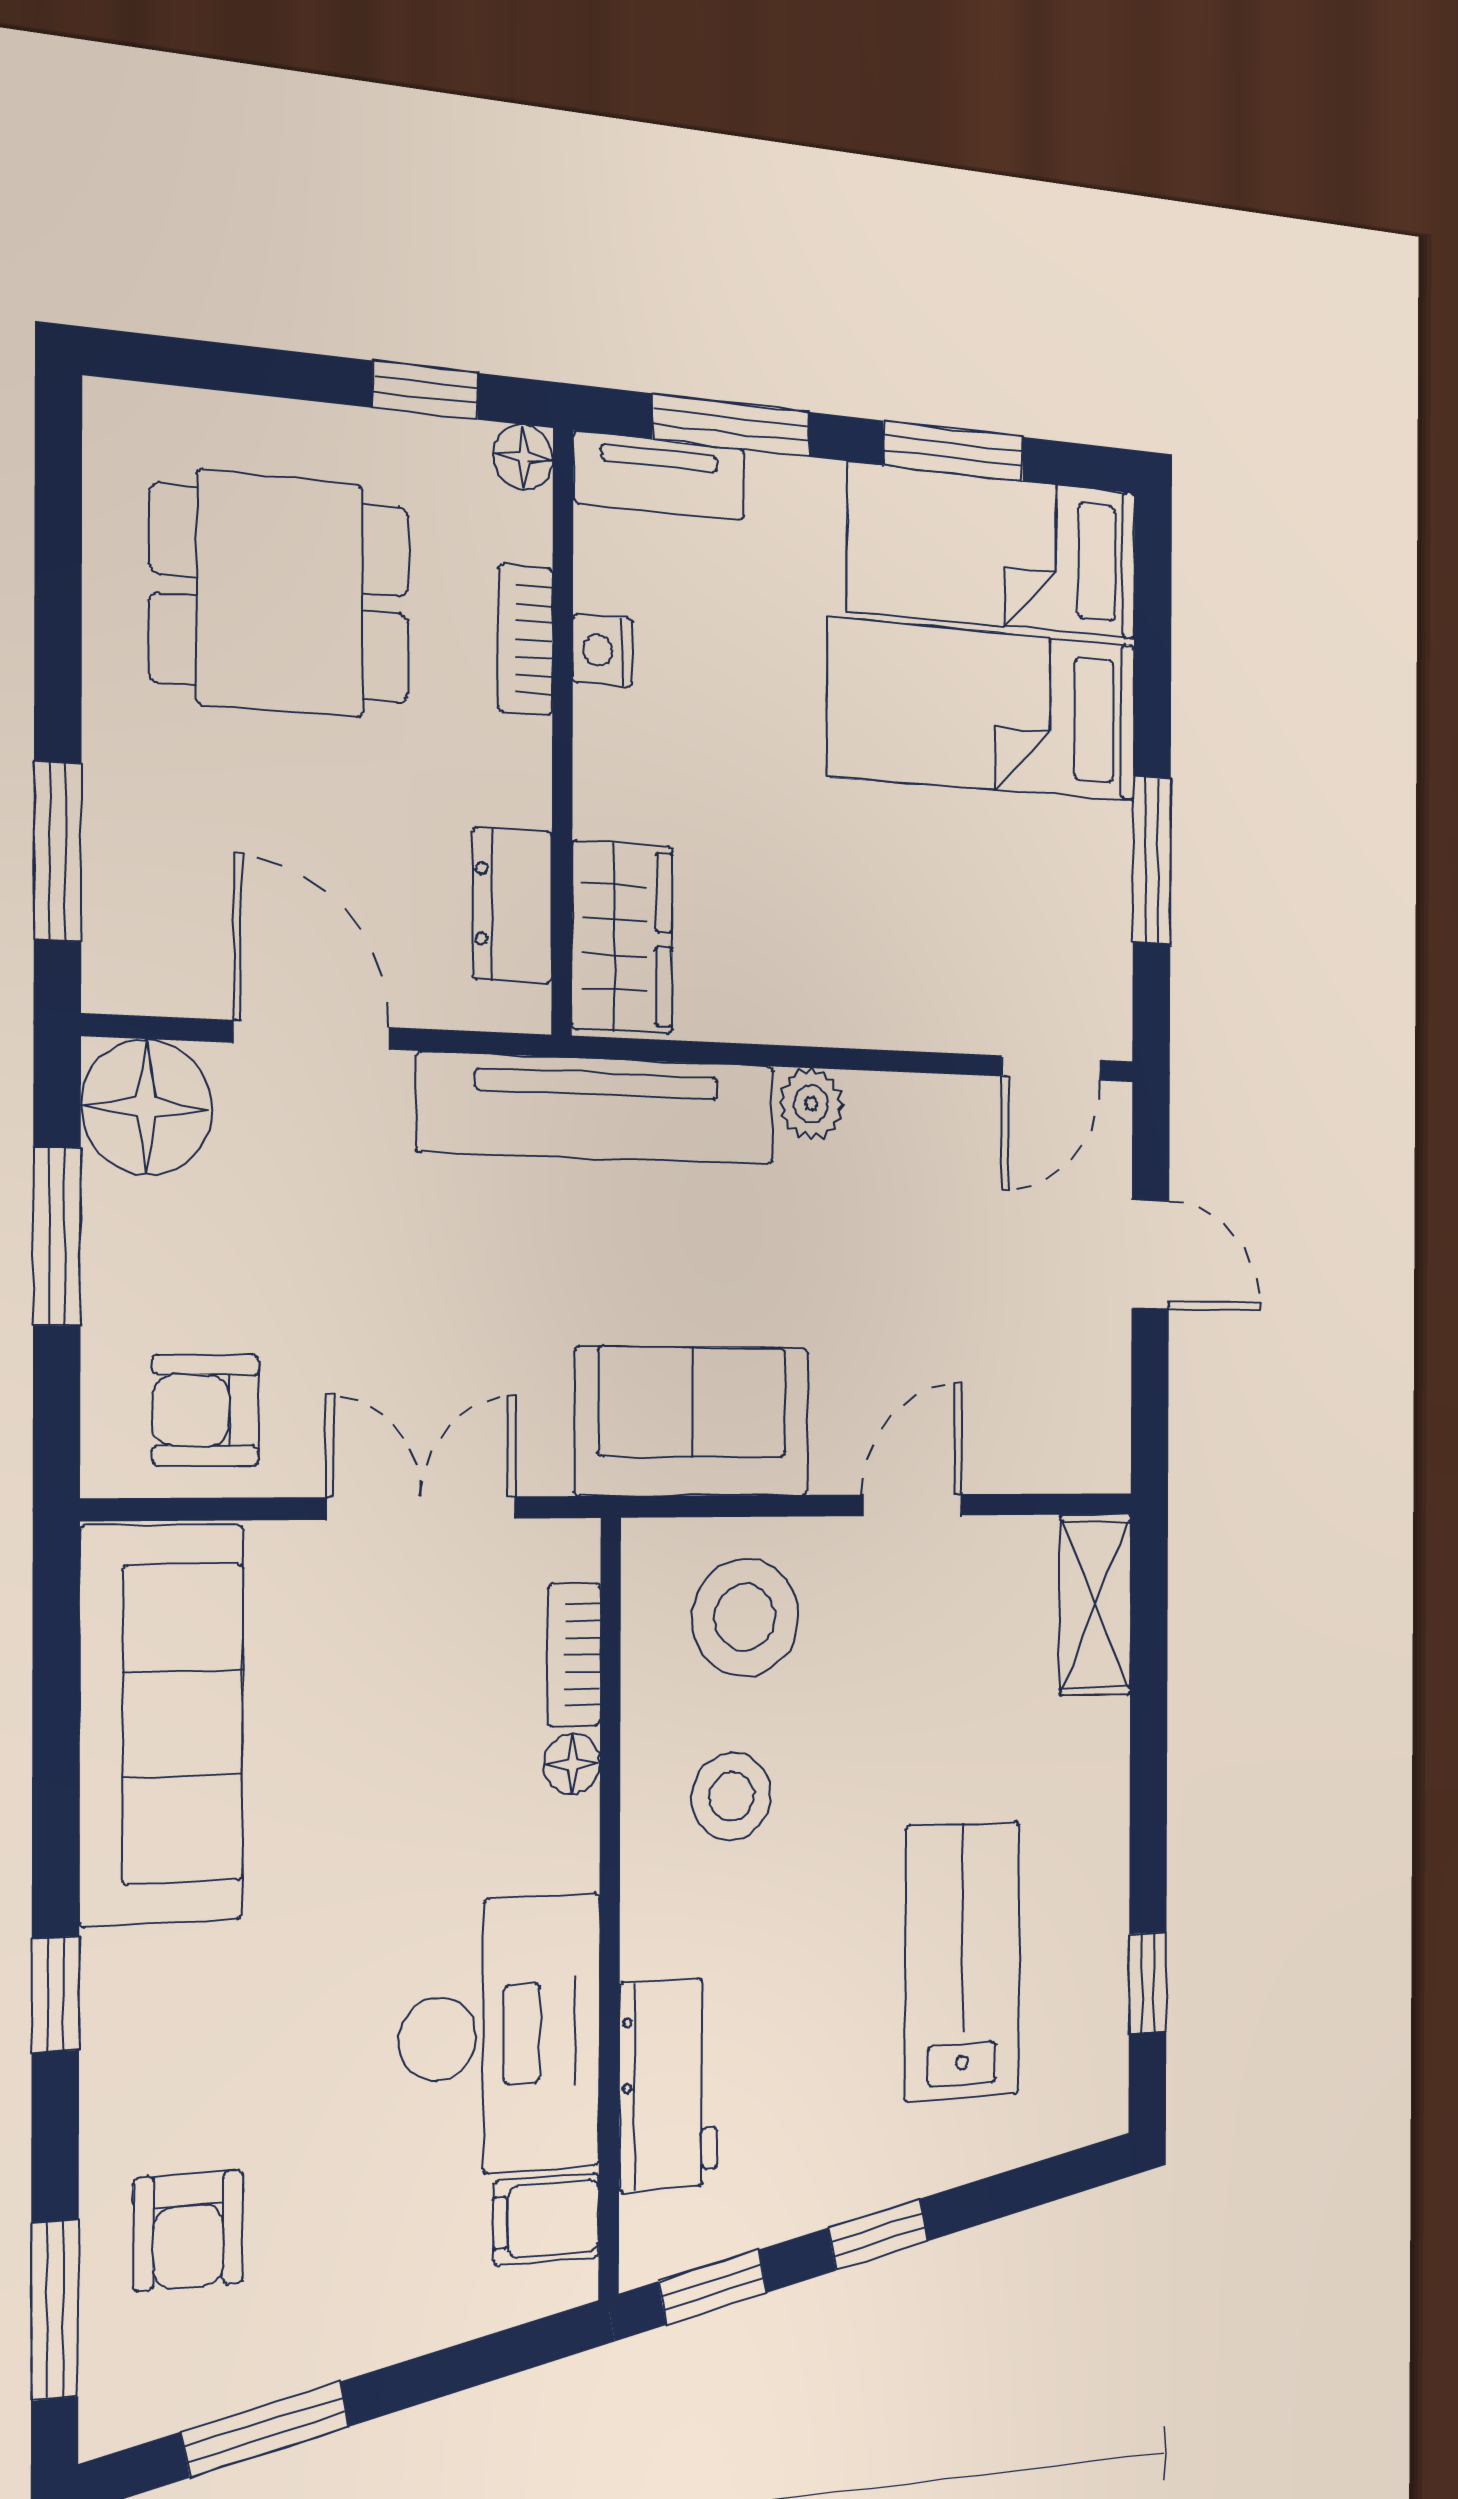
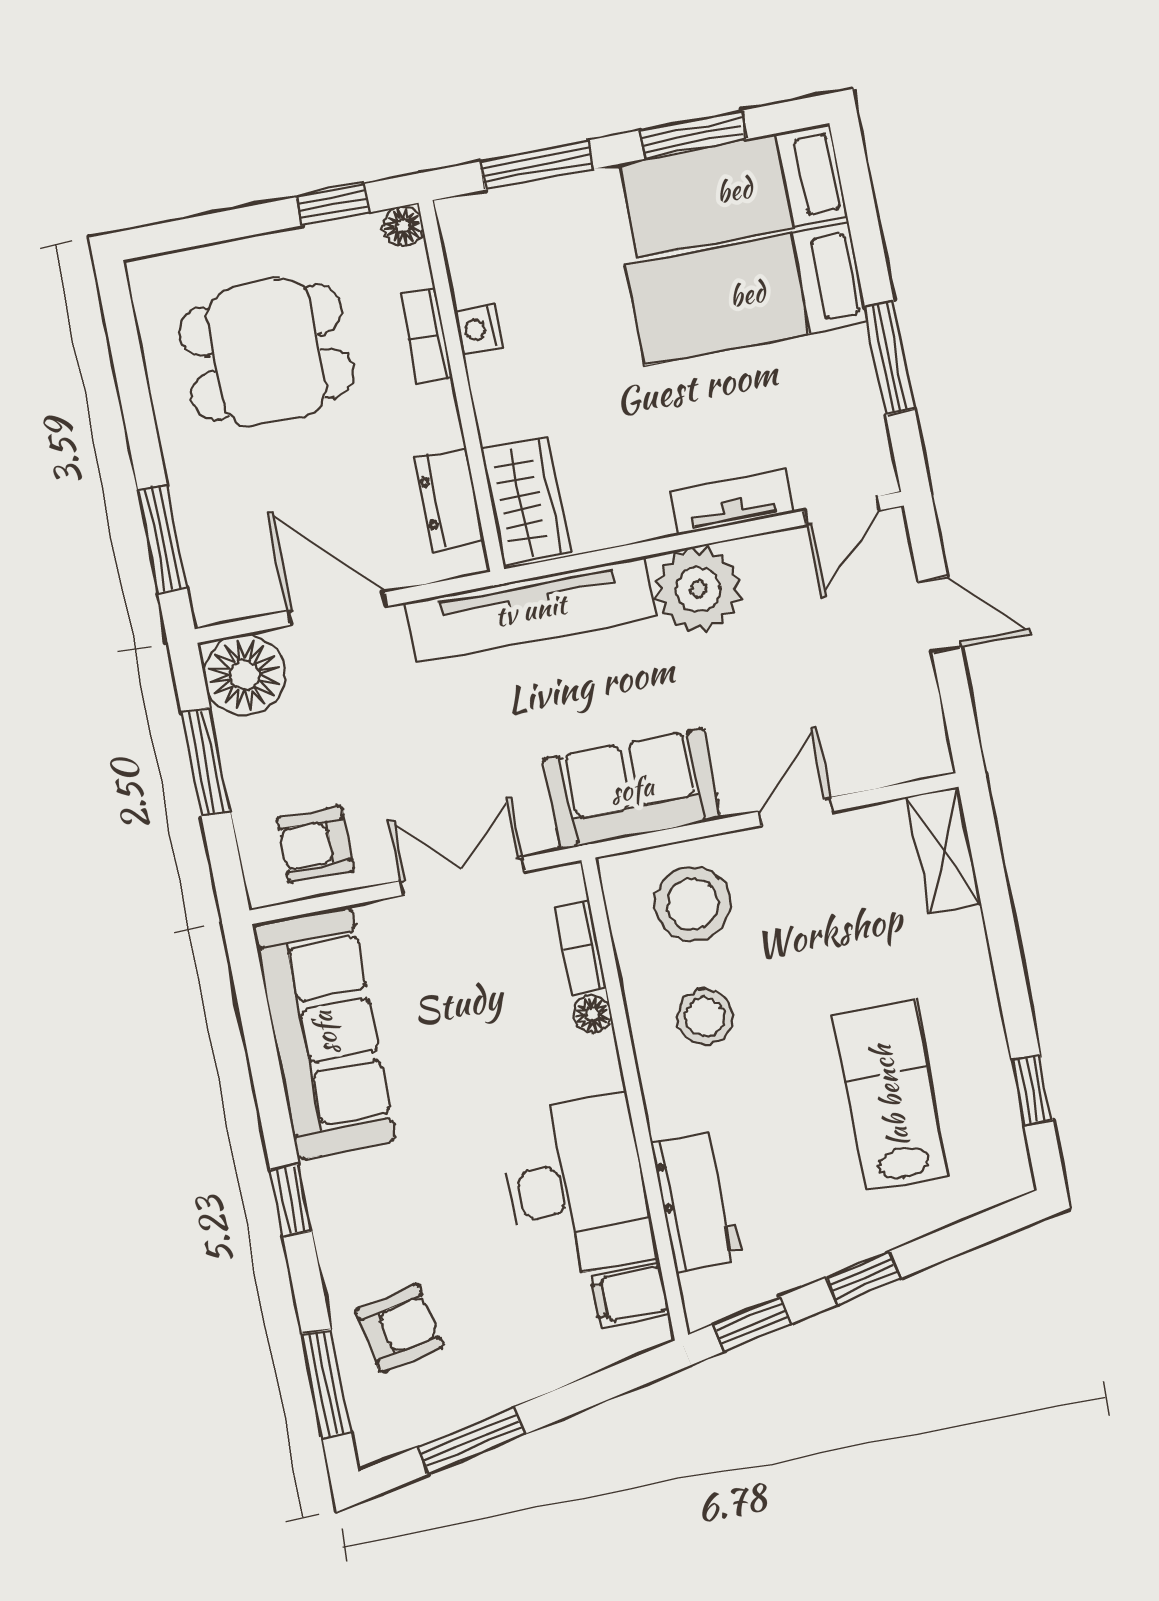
tv unit: (659, 476) -> (731, 502), moved, turned 180
plant: (811, 1104) -> (698, 589), width x1.88, depth x1.88
armchair: (188, 2231) -> (399, 1328), turned -101

